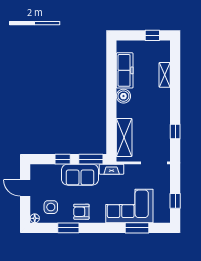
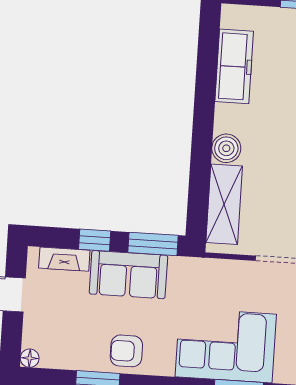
boiler: (123, 96) -> (226, 148), moved
fireplace: (112, 169) -> (64, 259), moved
side table: (51, 207) -> (64, 337), removed

